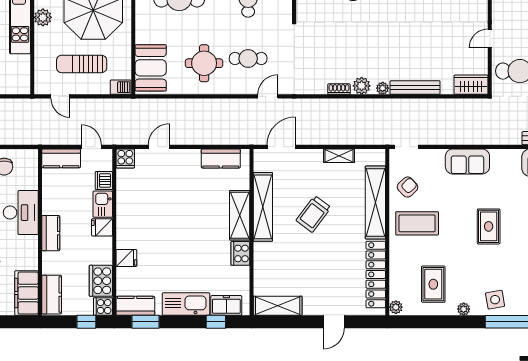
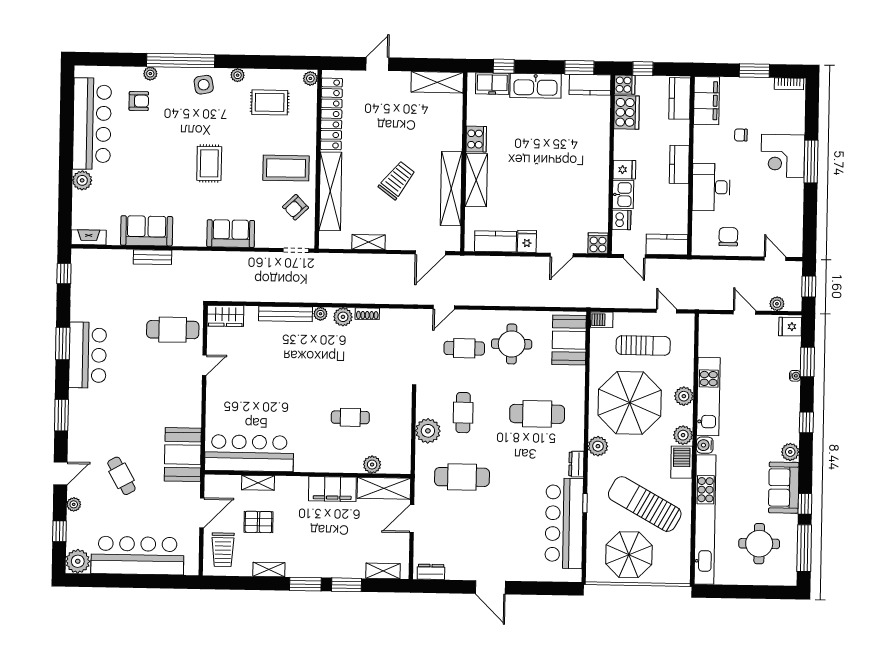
fridge: (126, 258) -> (527, 241), moved, turned 90
rug: (433, 284) -> (270, 102), turned 90

